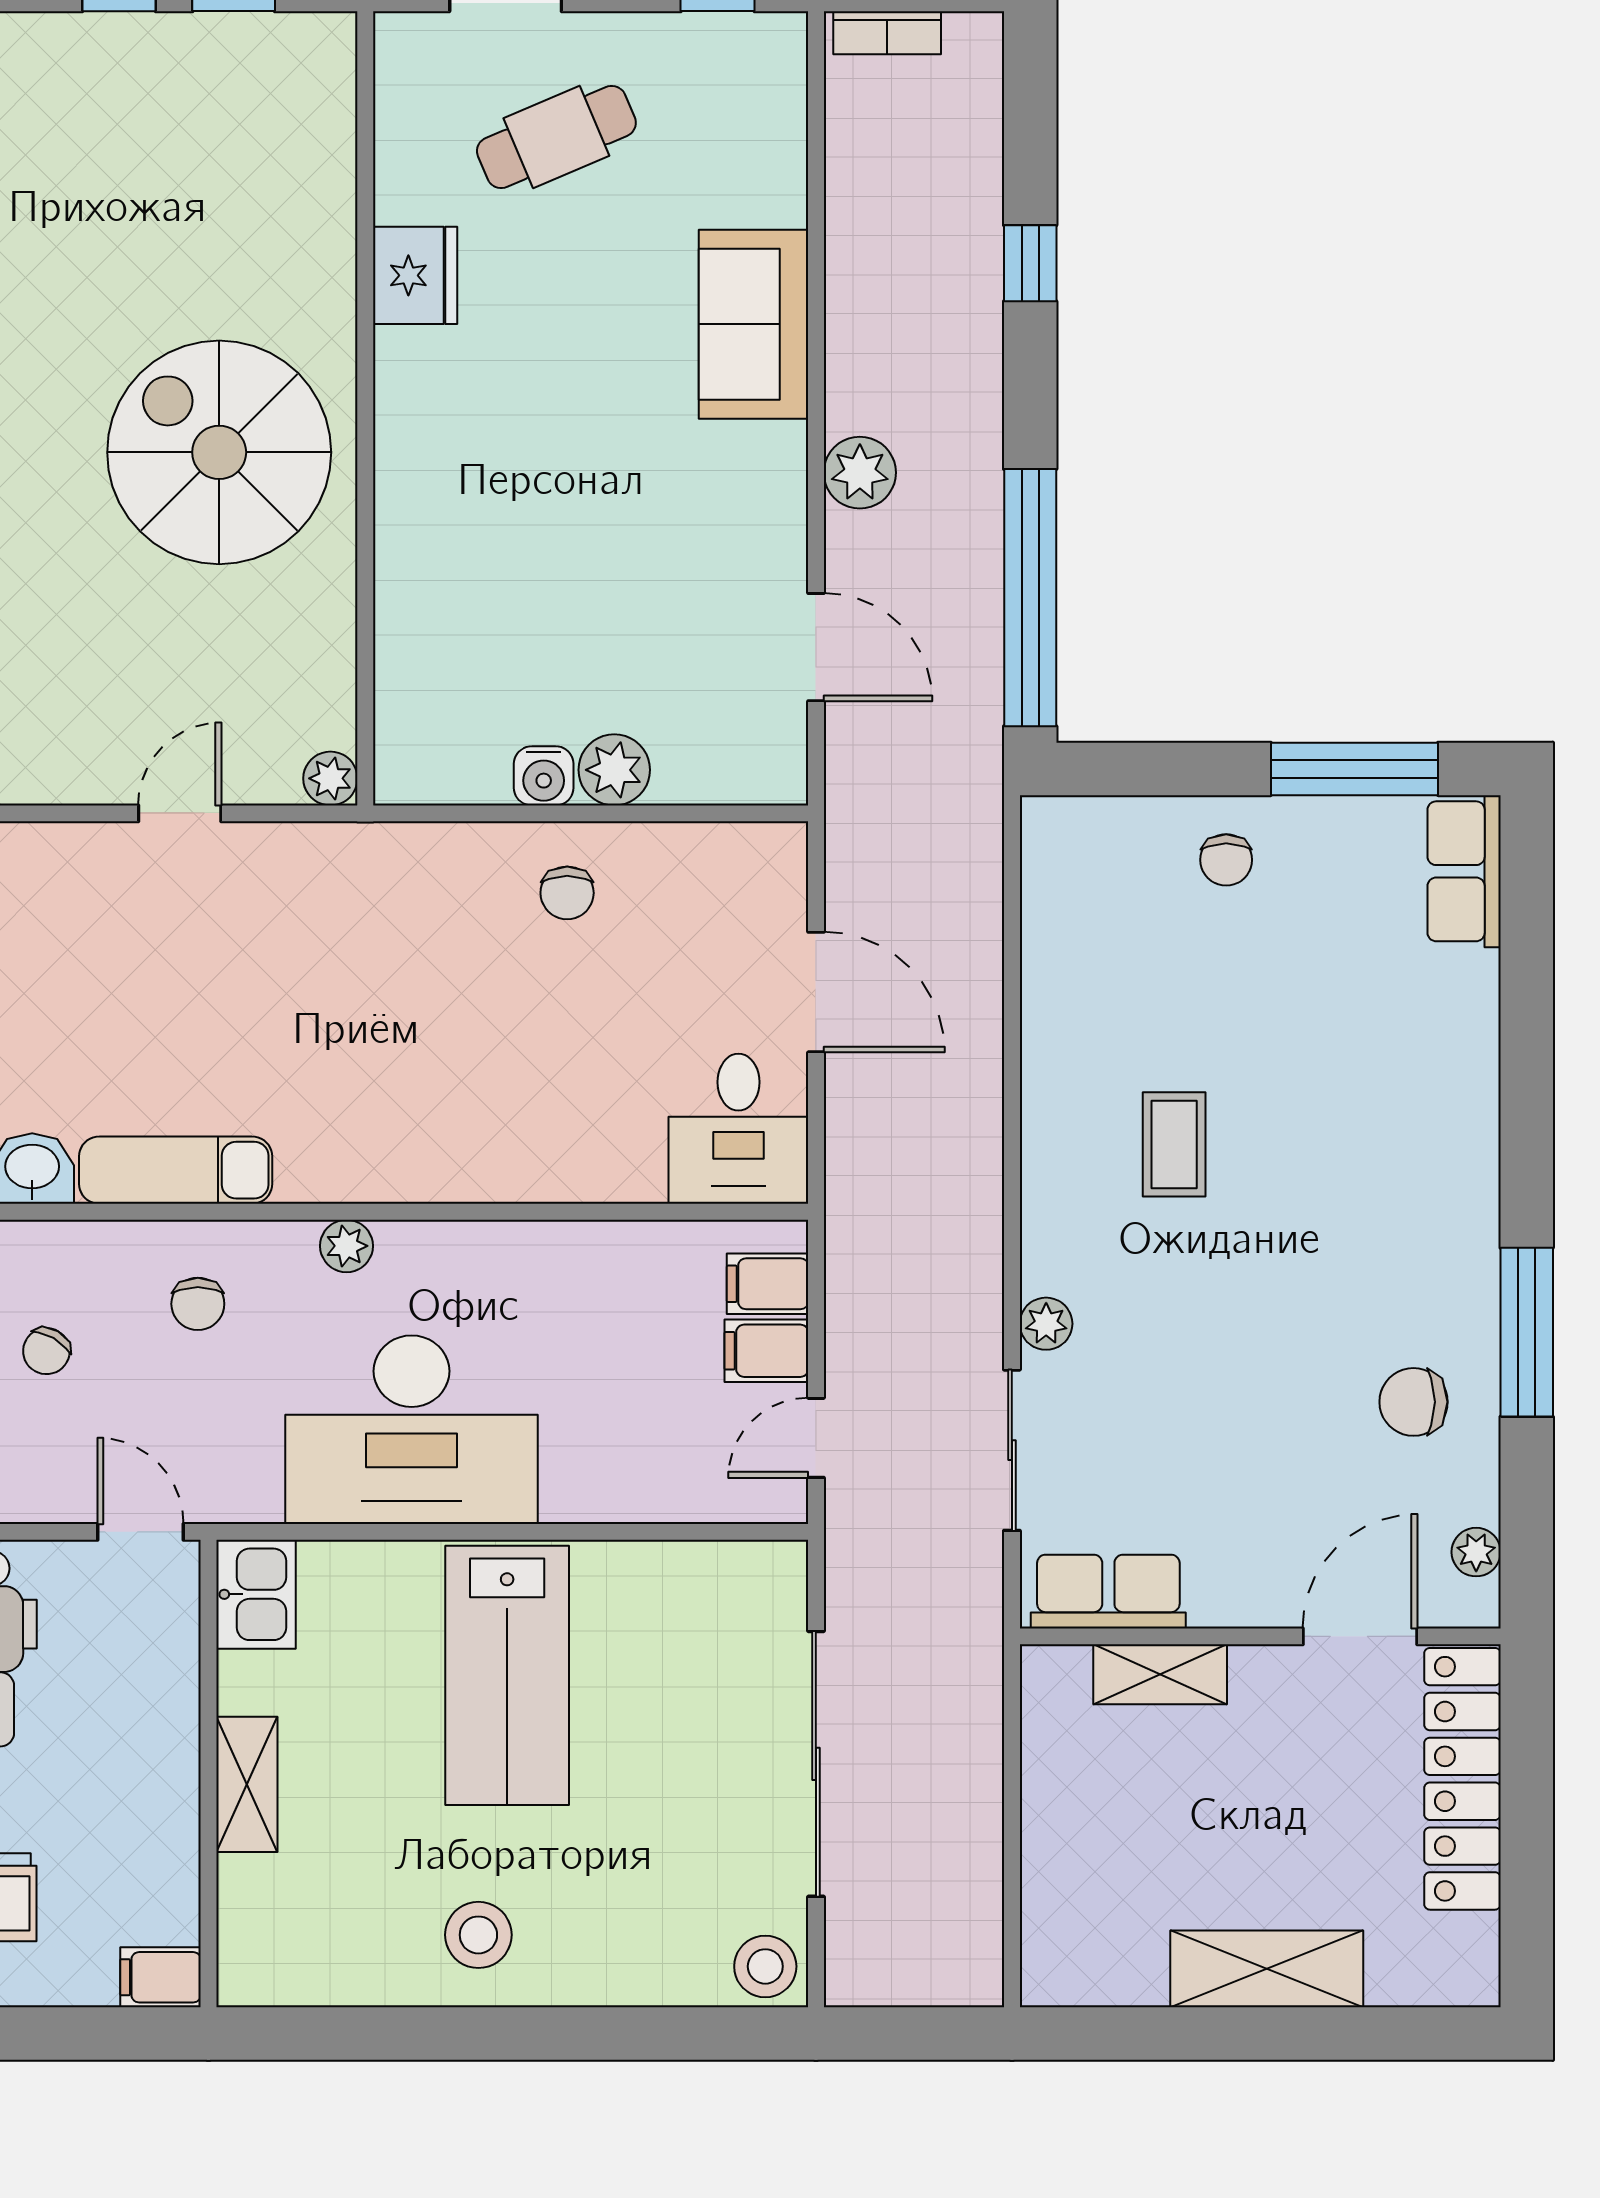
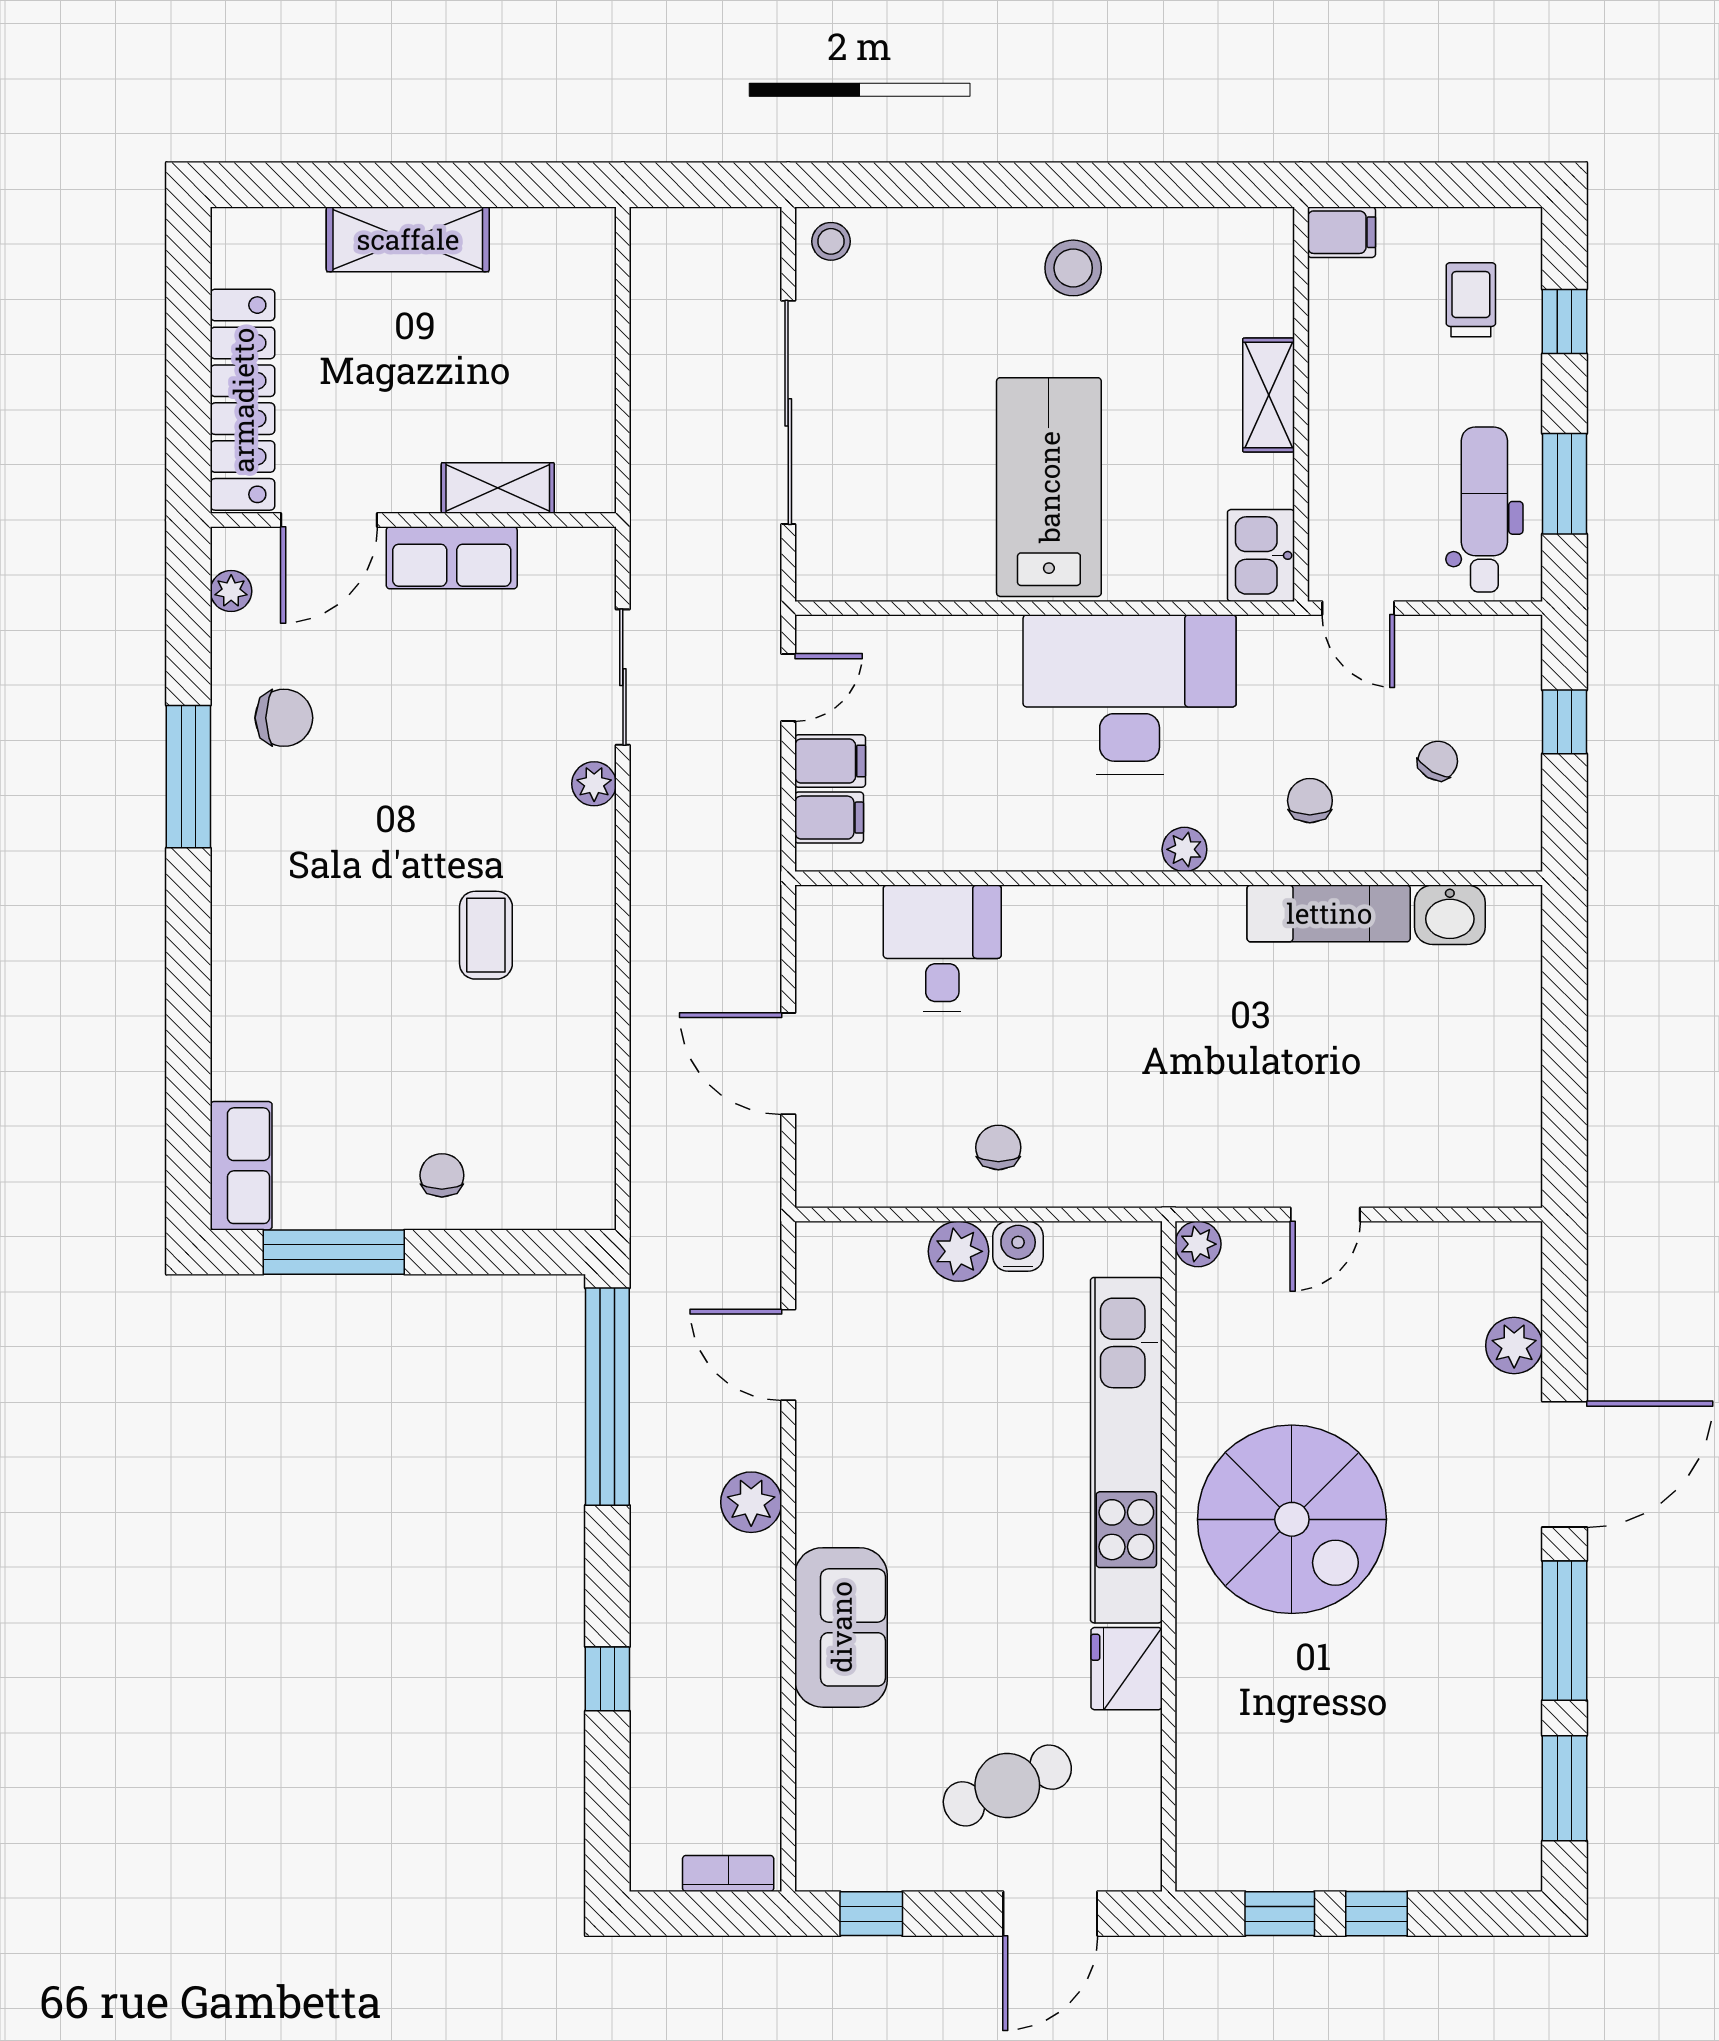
kitchen unit: (415, 534) -> (1126, 1450), added
desk: (738, 1129) -> (942, 948), moved
row of seats: (1108, 1592) -> (452, 558), moved
stool: (765, 1966) -> (831, 241), width x0.73, depth x0.73

